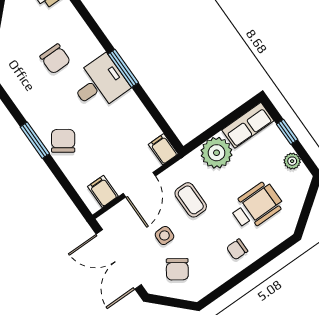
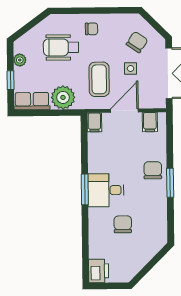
chair: (63, 141) -> (153, 170), turned 145
coffee table: (191, 200) -> (99, 79), width x1.36, depth x1.30

